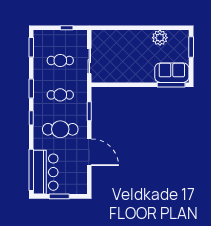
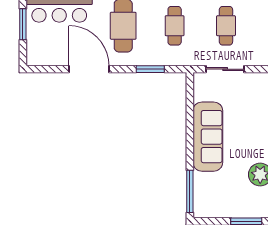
sofa: (172, 73) -> (208, 137), moved, width x1.36
door: (89, 152) -> (89, 69), swing flipped

